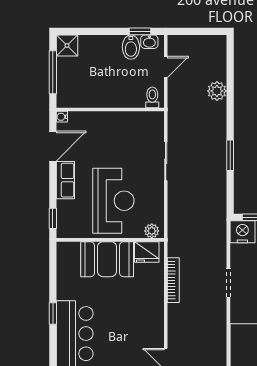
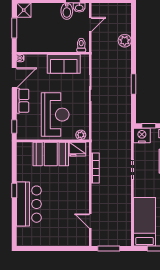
window: (53, 72) -> (14, 28), width x0.69
sofa: (126, 125) -> (64, 64), added

